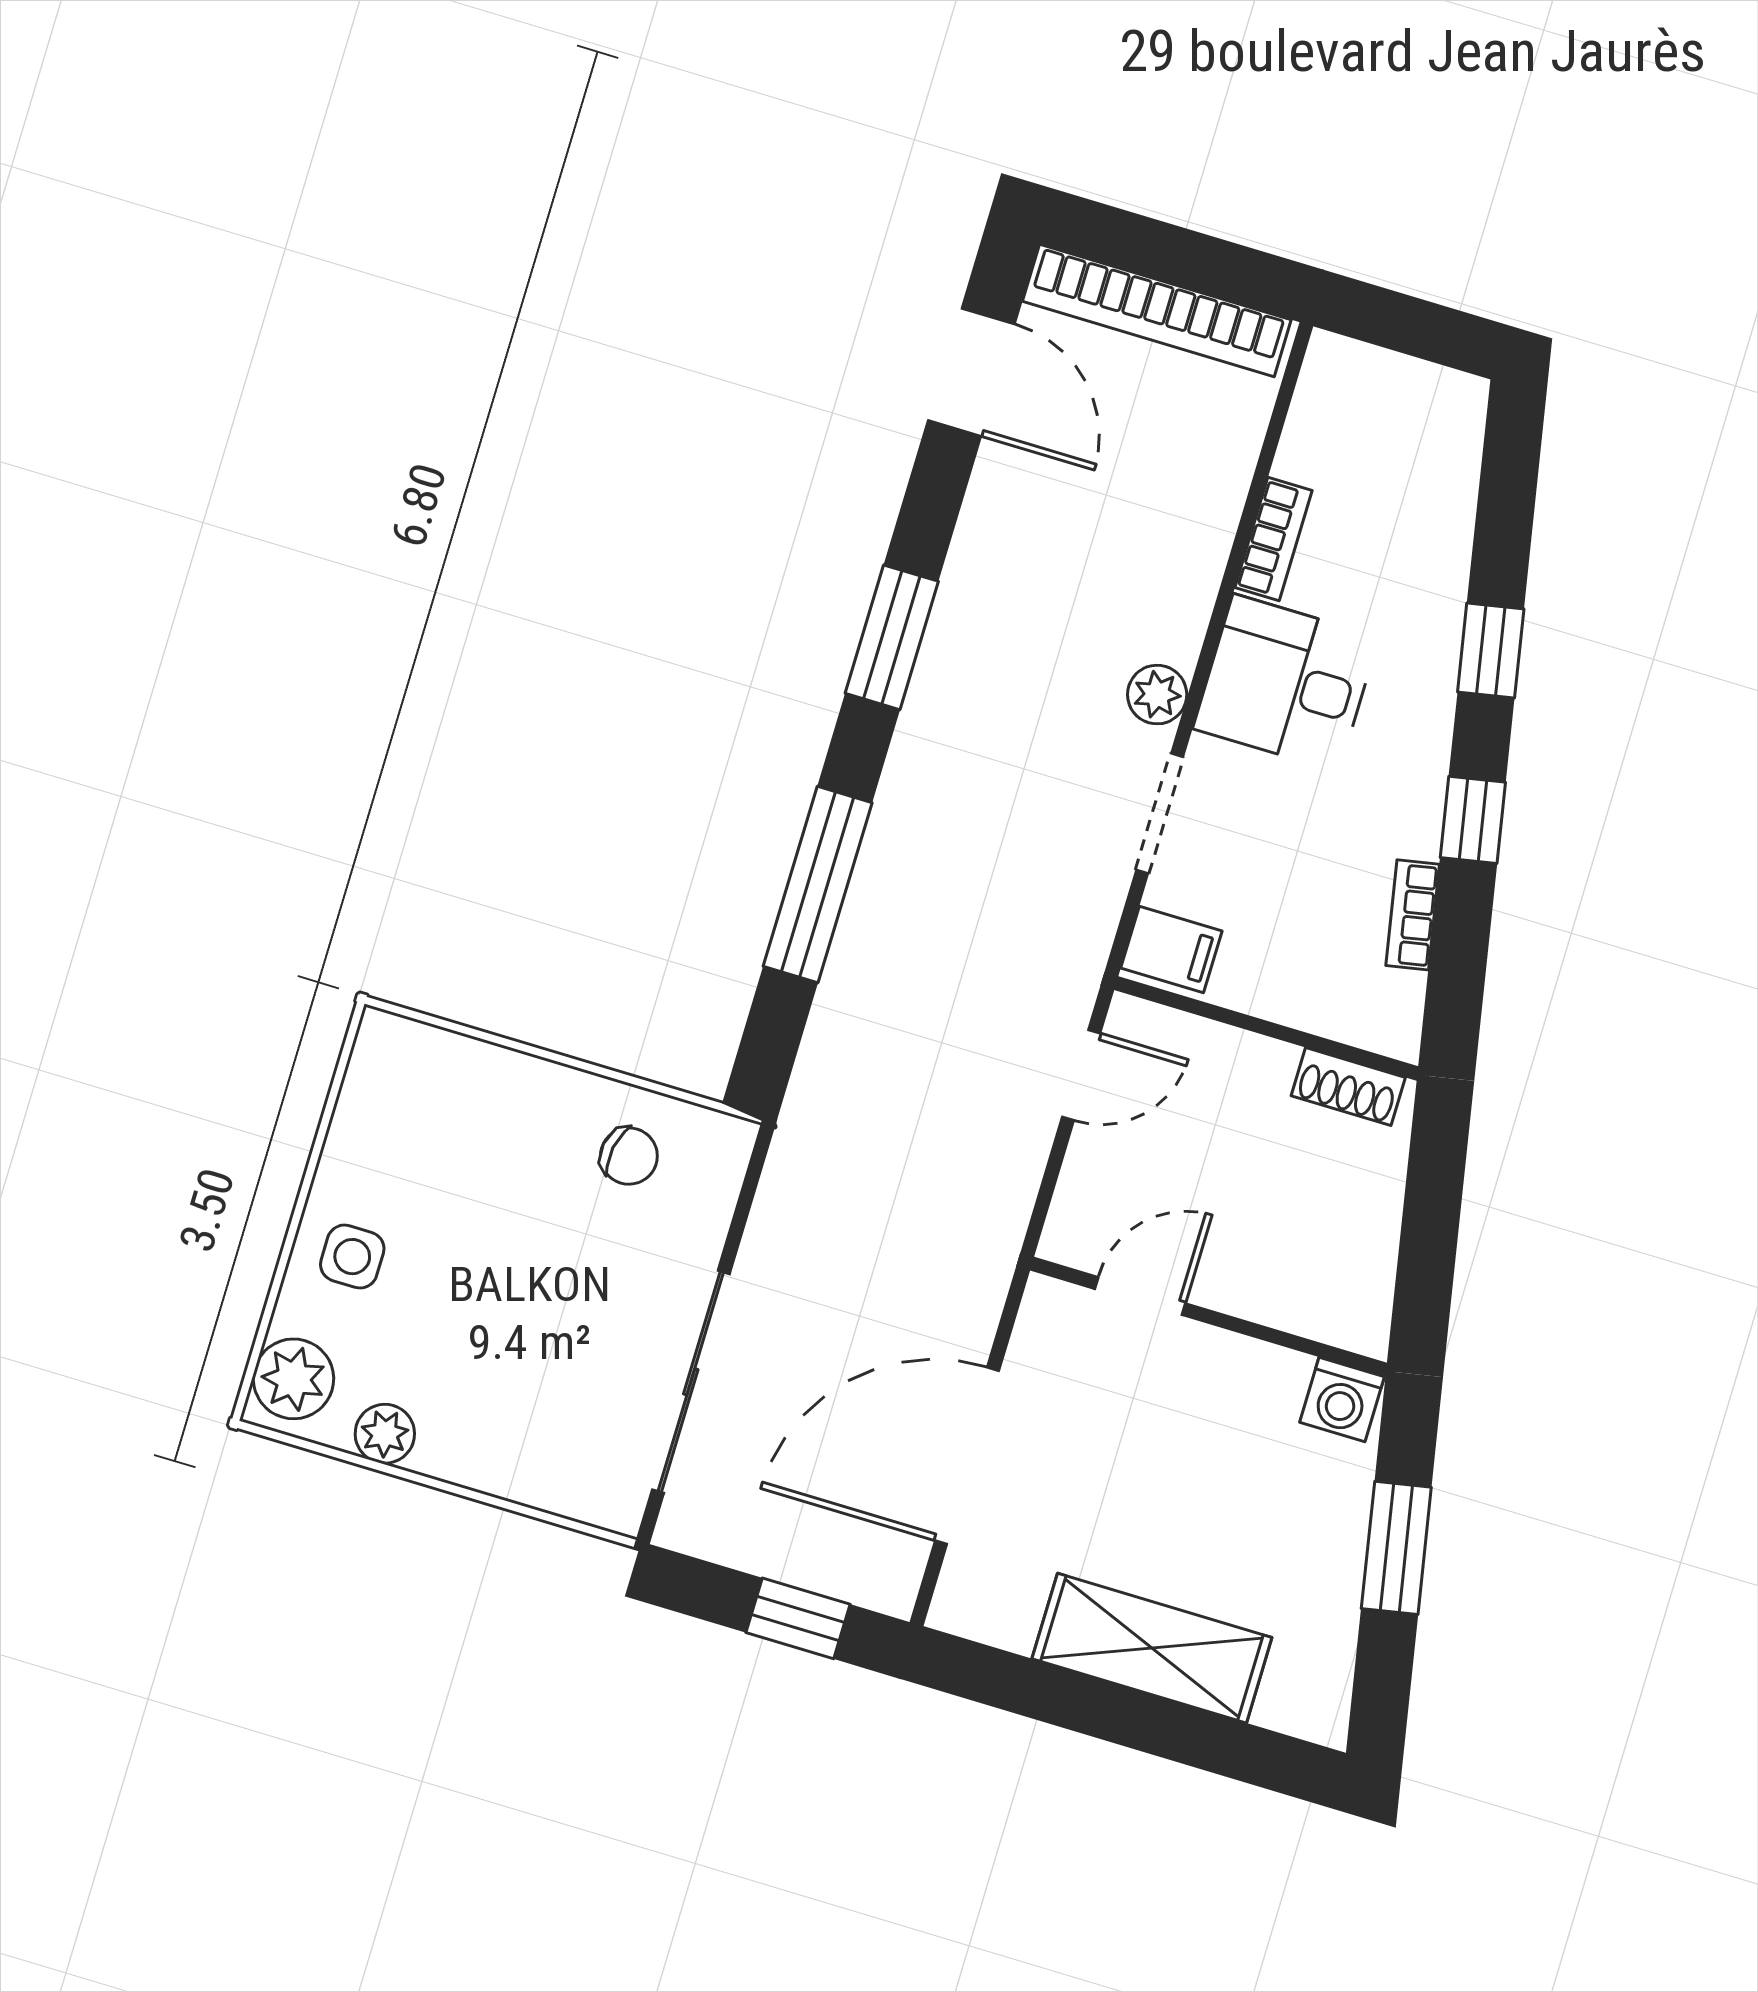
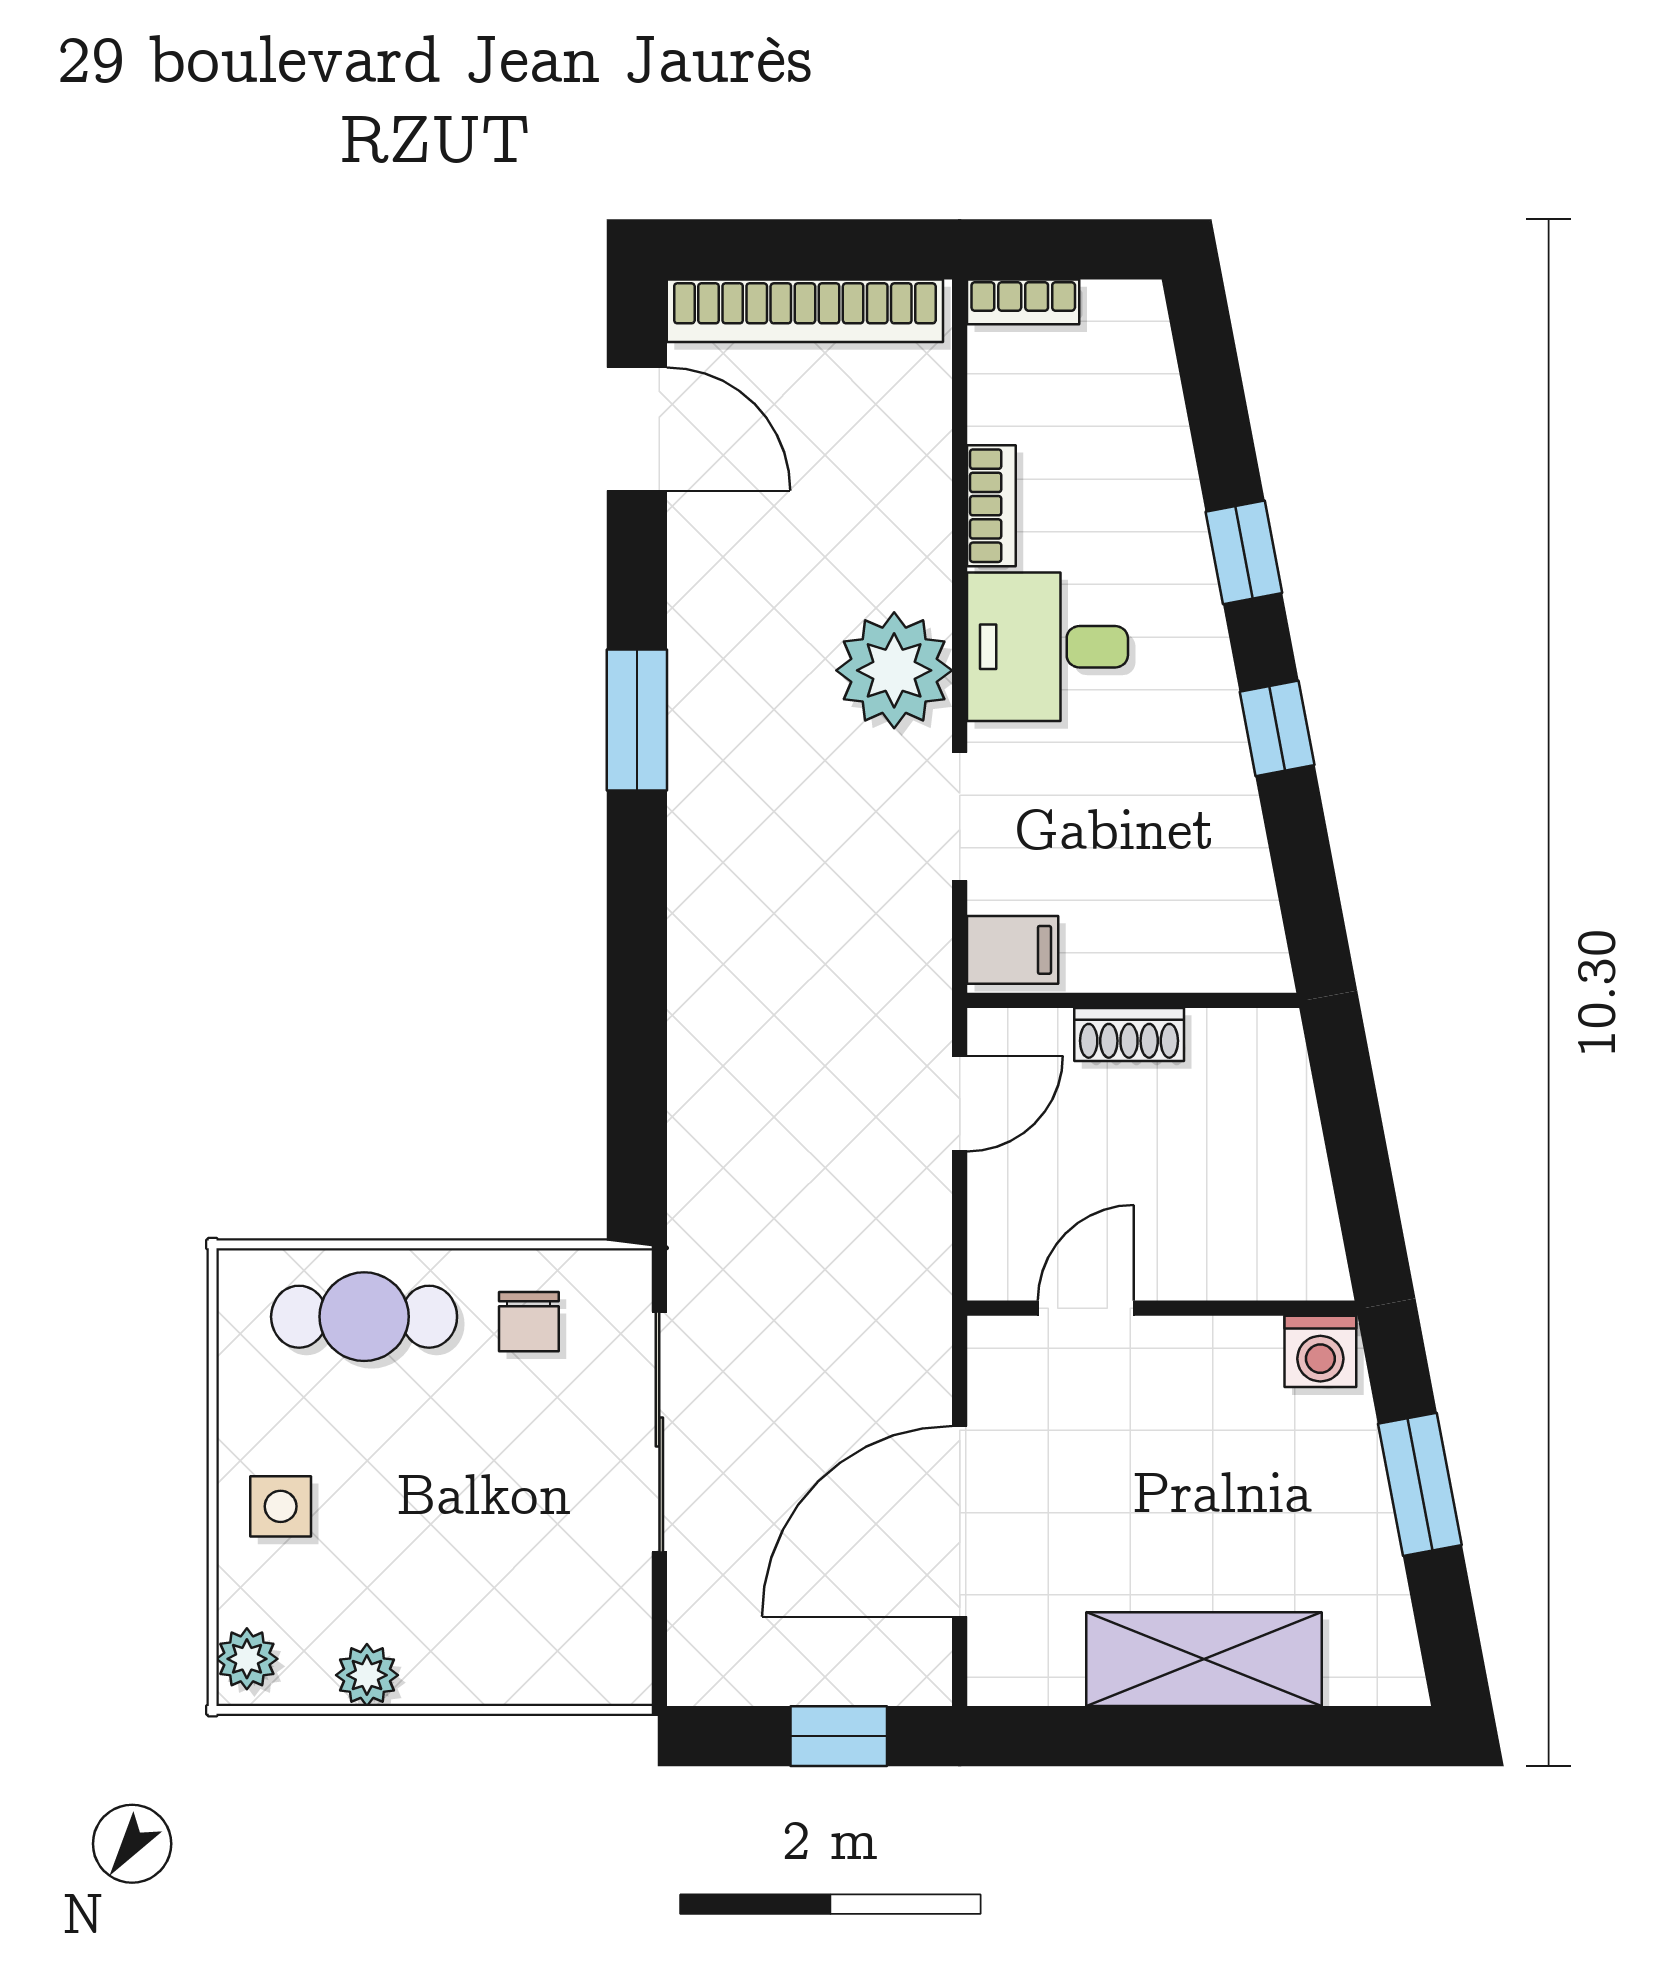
plant: (1157, 695) -> (894, 670), width x1.88, depth x1.88
window: (818, 885) -> (637, 991), removed
bookcase: (1413, 915) -> (1023, 302), moved, turned -79
shoe rack: (1348, 1087) -> (1129, 1034), moved
cafe table: (480, 1106) -> (364, 1317), added
chair: (629, 1156) -> (529, 1322), turned 80
plant: (294, 1379) -> (247, 1659), width x0.73, depth x0.73
sliding door: (691, 1382) -> (659, 1432), moved

